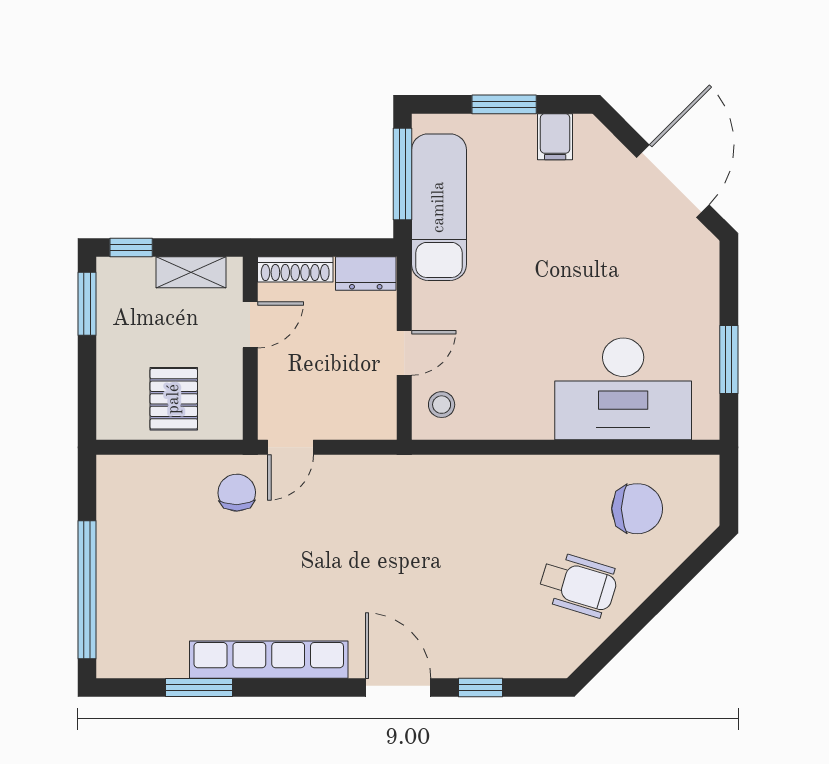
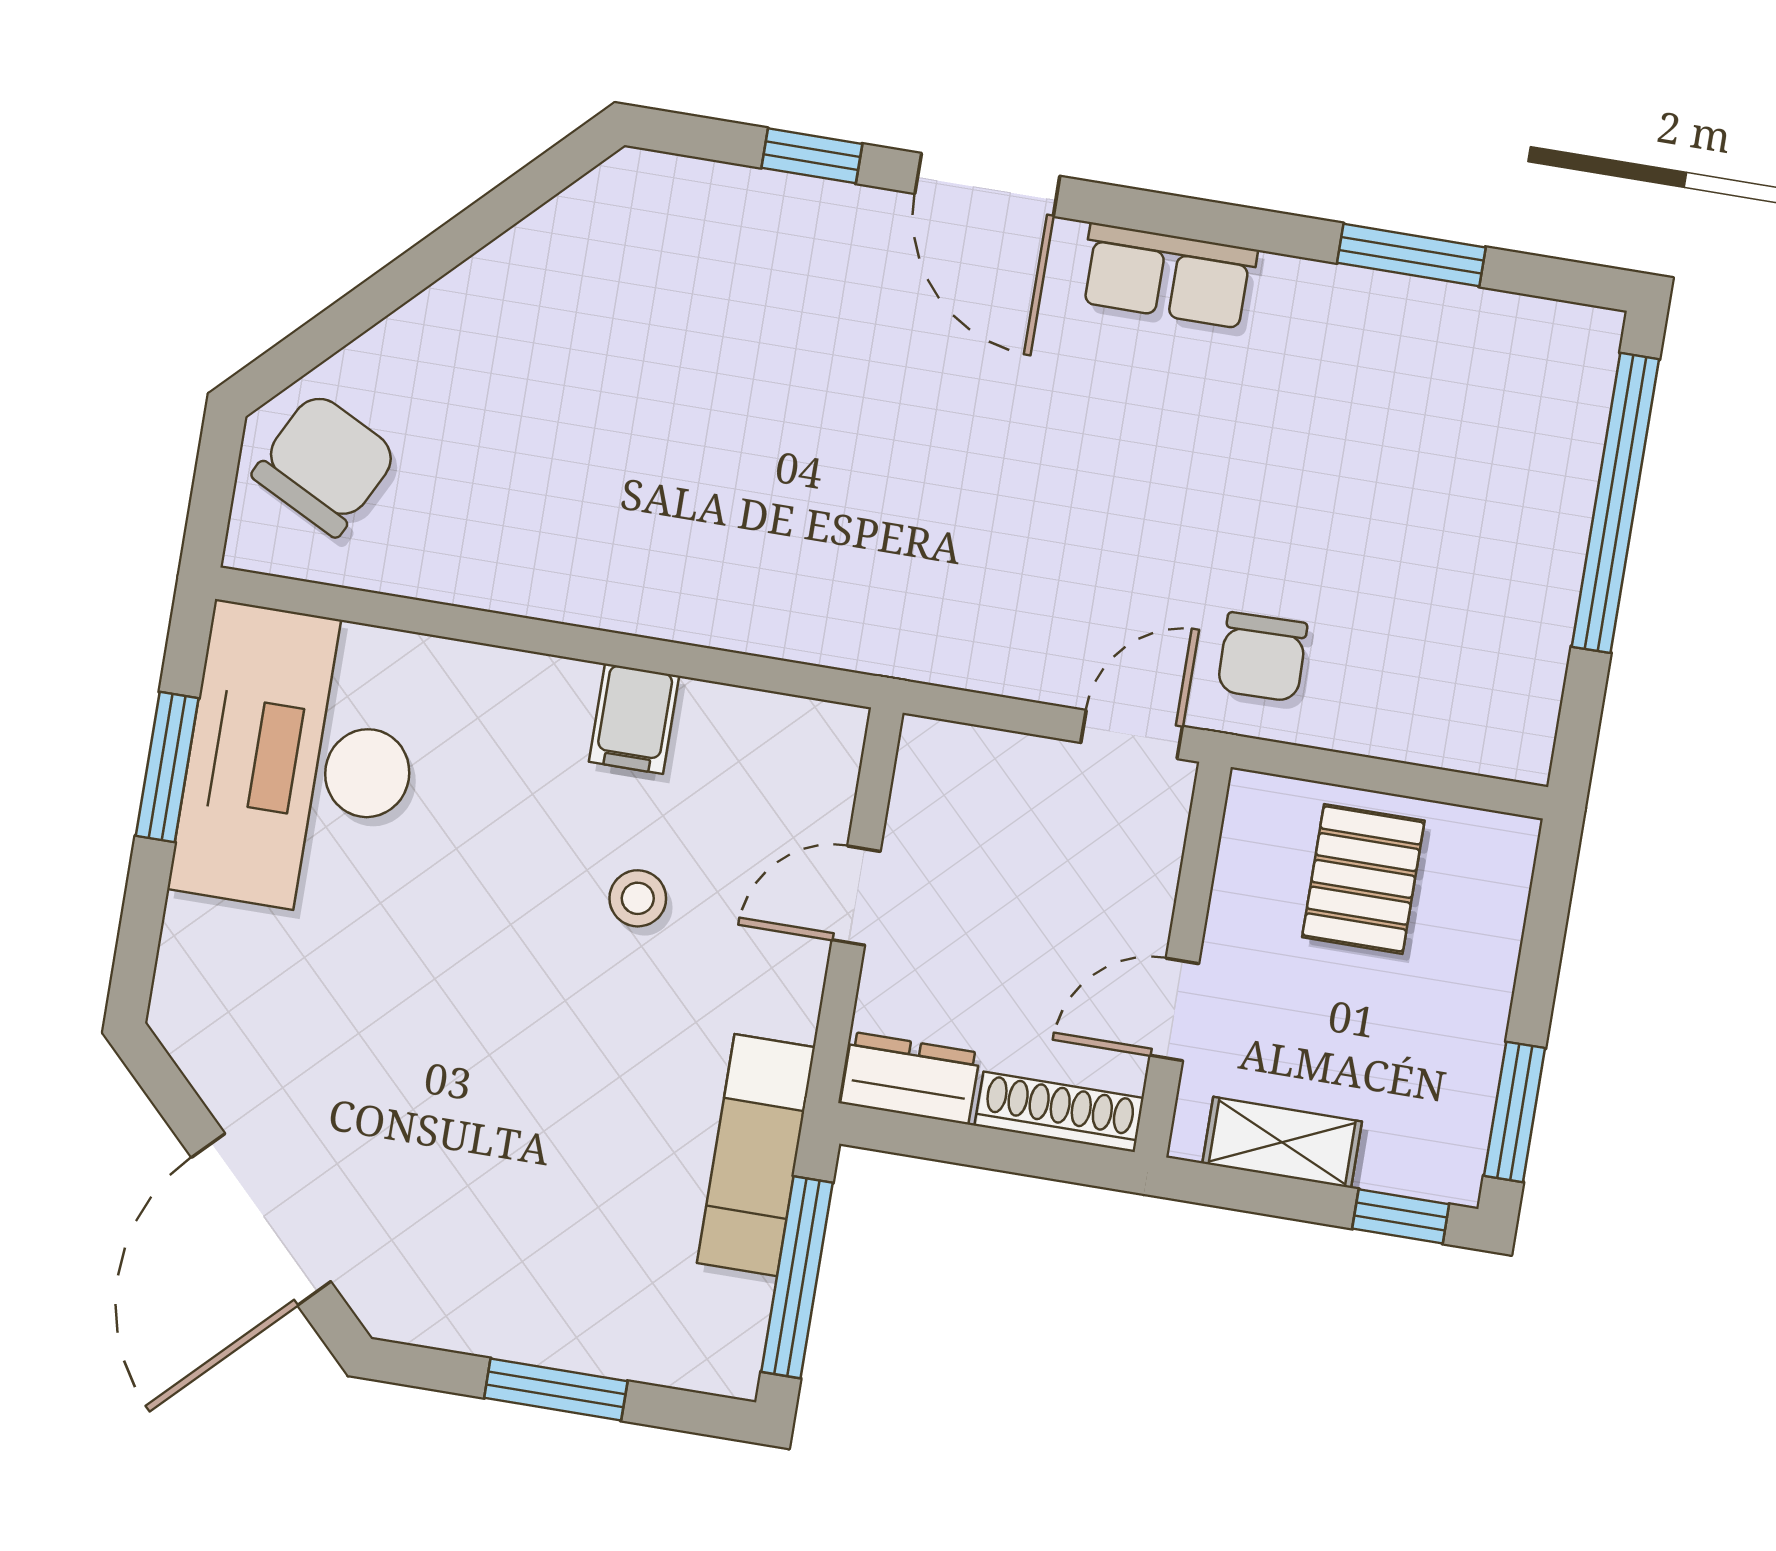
filing cabinet: (555, 137) -> (634, 719), moved, turned 180
door: (673, 181) -> (261, 1219), moved
exam couch: (439, 207) -> (756, 1155), width x0.73, depth x0.69
desk: (623, 389) -> (300, 762), moved, turned -90
stool: (442, 405) -> (638, 898), moved
chair: (637, 509) -> (325, 464), moved, turned 117
wheelchair: (578, 585) -> (568, 341), removed
row of seats: (269, 660) -> (1168, 276), width x0.50

